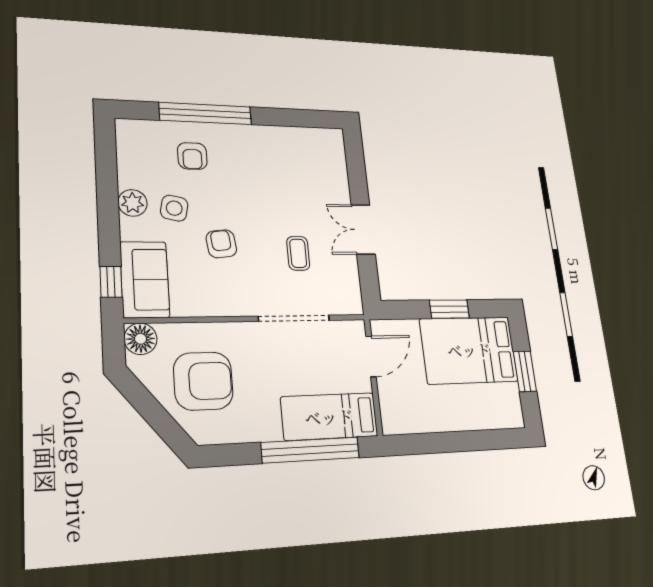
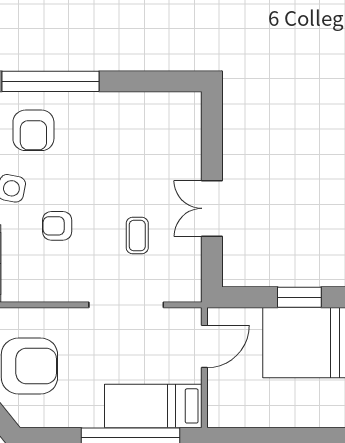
armchair: (192, 156) -> (33, 130), width x1.38, depth x1.38
armchair: (221, 244) -> (57, 226), turned -83

